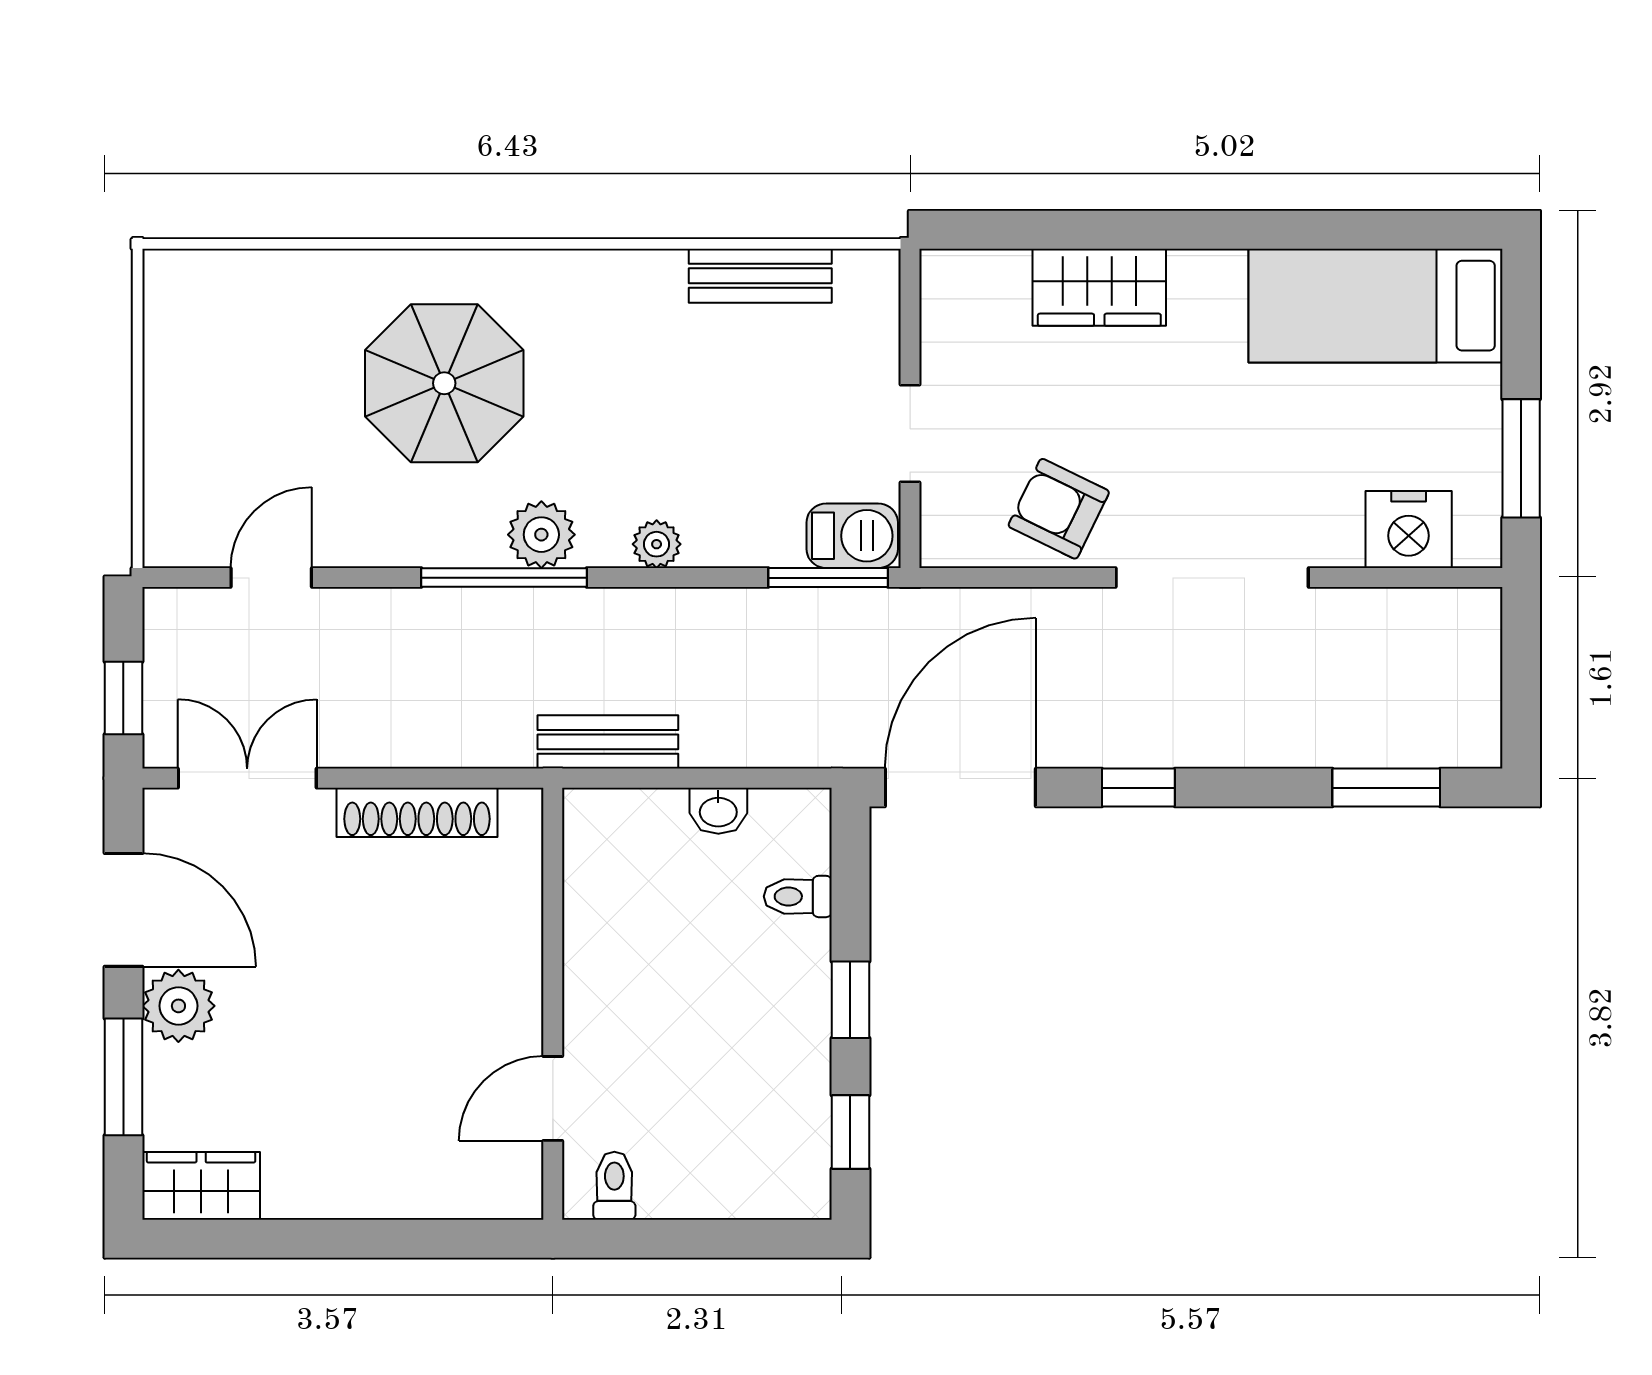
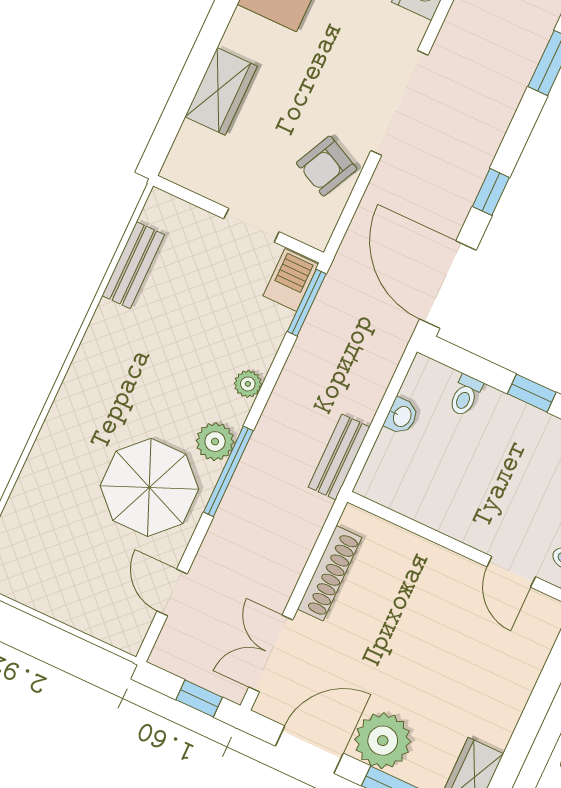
parasol: (444, 383) -> (149, 487), moved
plant: (178, 1006) -> (383, 741), width x1.36, depth x1.36

